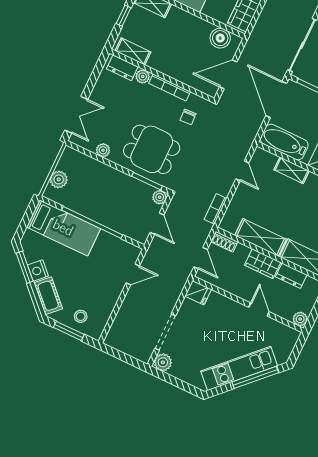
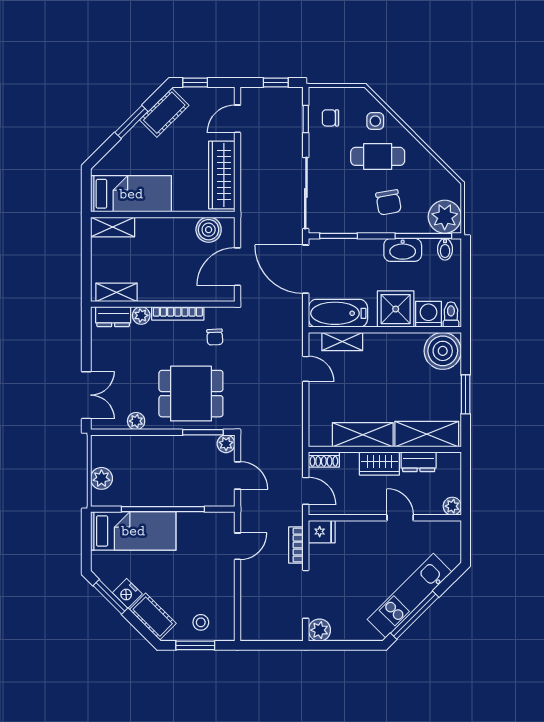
window: (123, 16) -> (86, 257), removed
shelving: (292, 170) -> (342, 342), moved
bookcase: (215, 209) -> (296, 545), moved
window: (255, 377) -> (415, 615), moved

